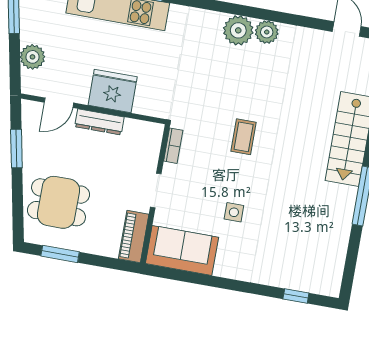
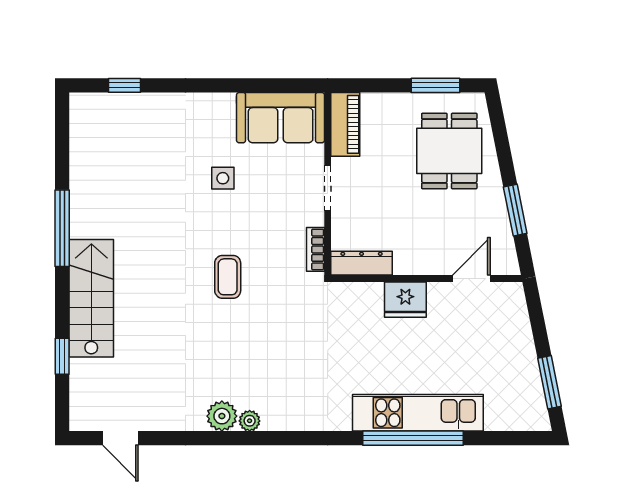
plant: (238, 30) -> (250, 421), width x0.53, depth x0.53
plant: (32, 57) -> (516, 331), removed
fridge: (113, 91) -> (405, 300), width x0.73, depth x0.75
dresser: (99, 122) -> (362, 263), moved
dining table: (58, 202) -> (449, 151), turned 90

